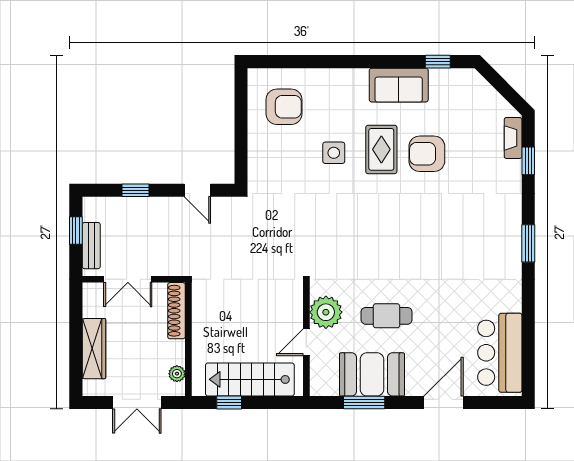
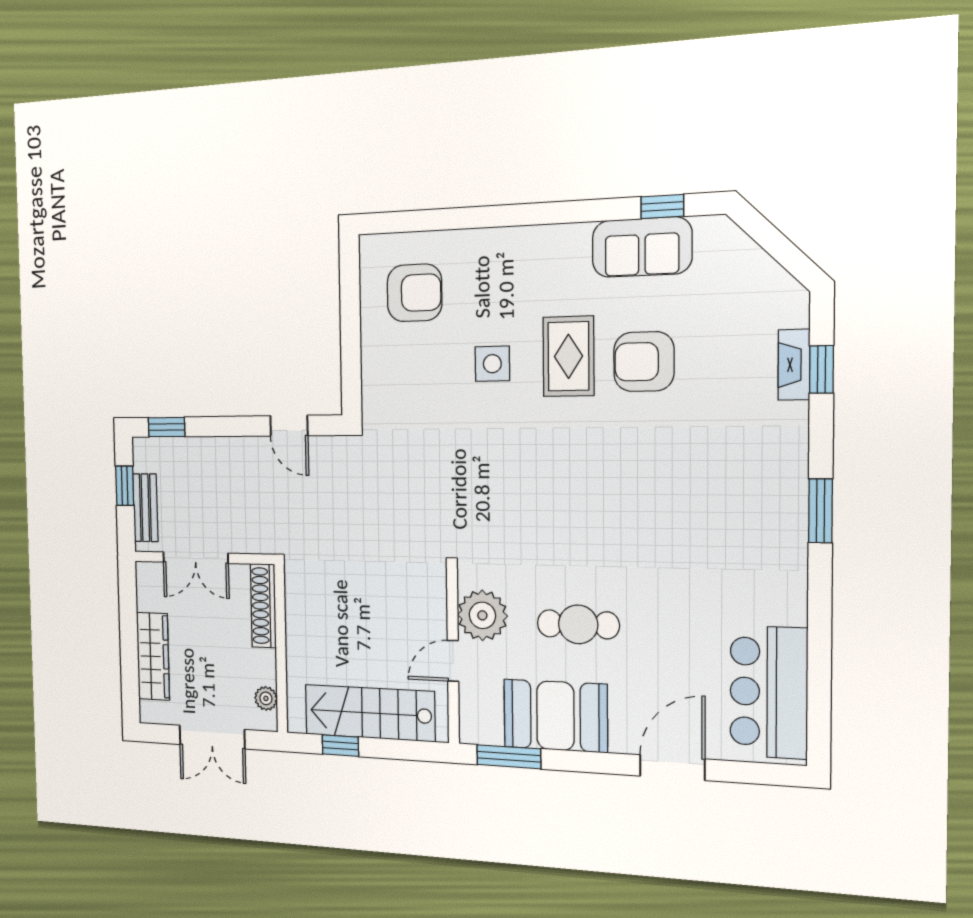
sofa: (399, 85) -> (642, 247), moved
fireplace: (513, 138) -> (794, 365), moved
window: (135, 190) -> (166, 427), moved
window: (364, 403) -> (509, 757), moved

